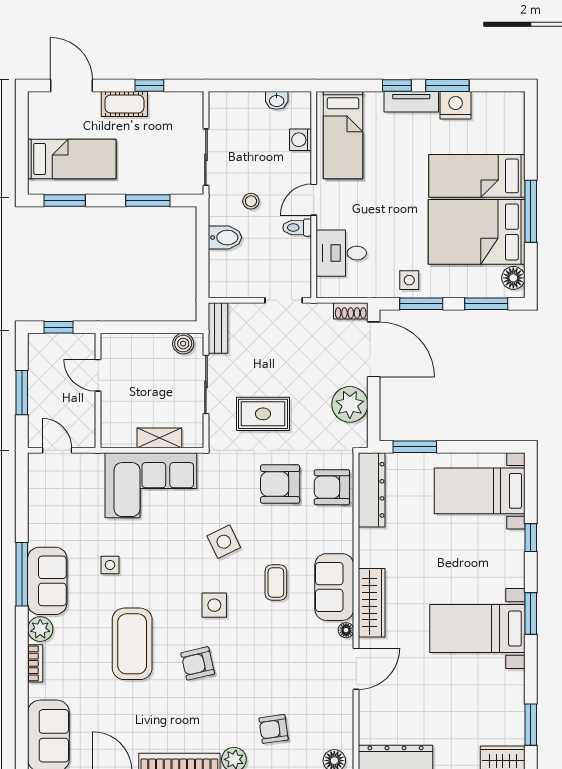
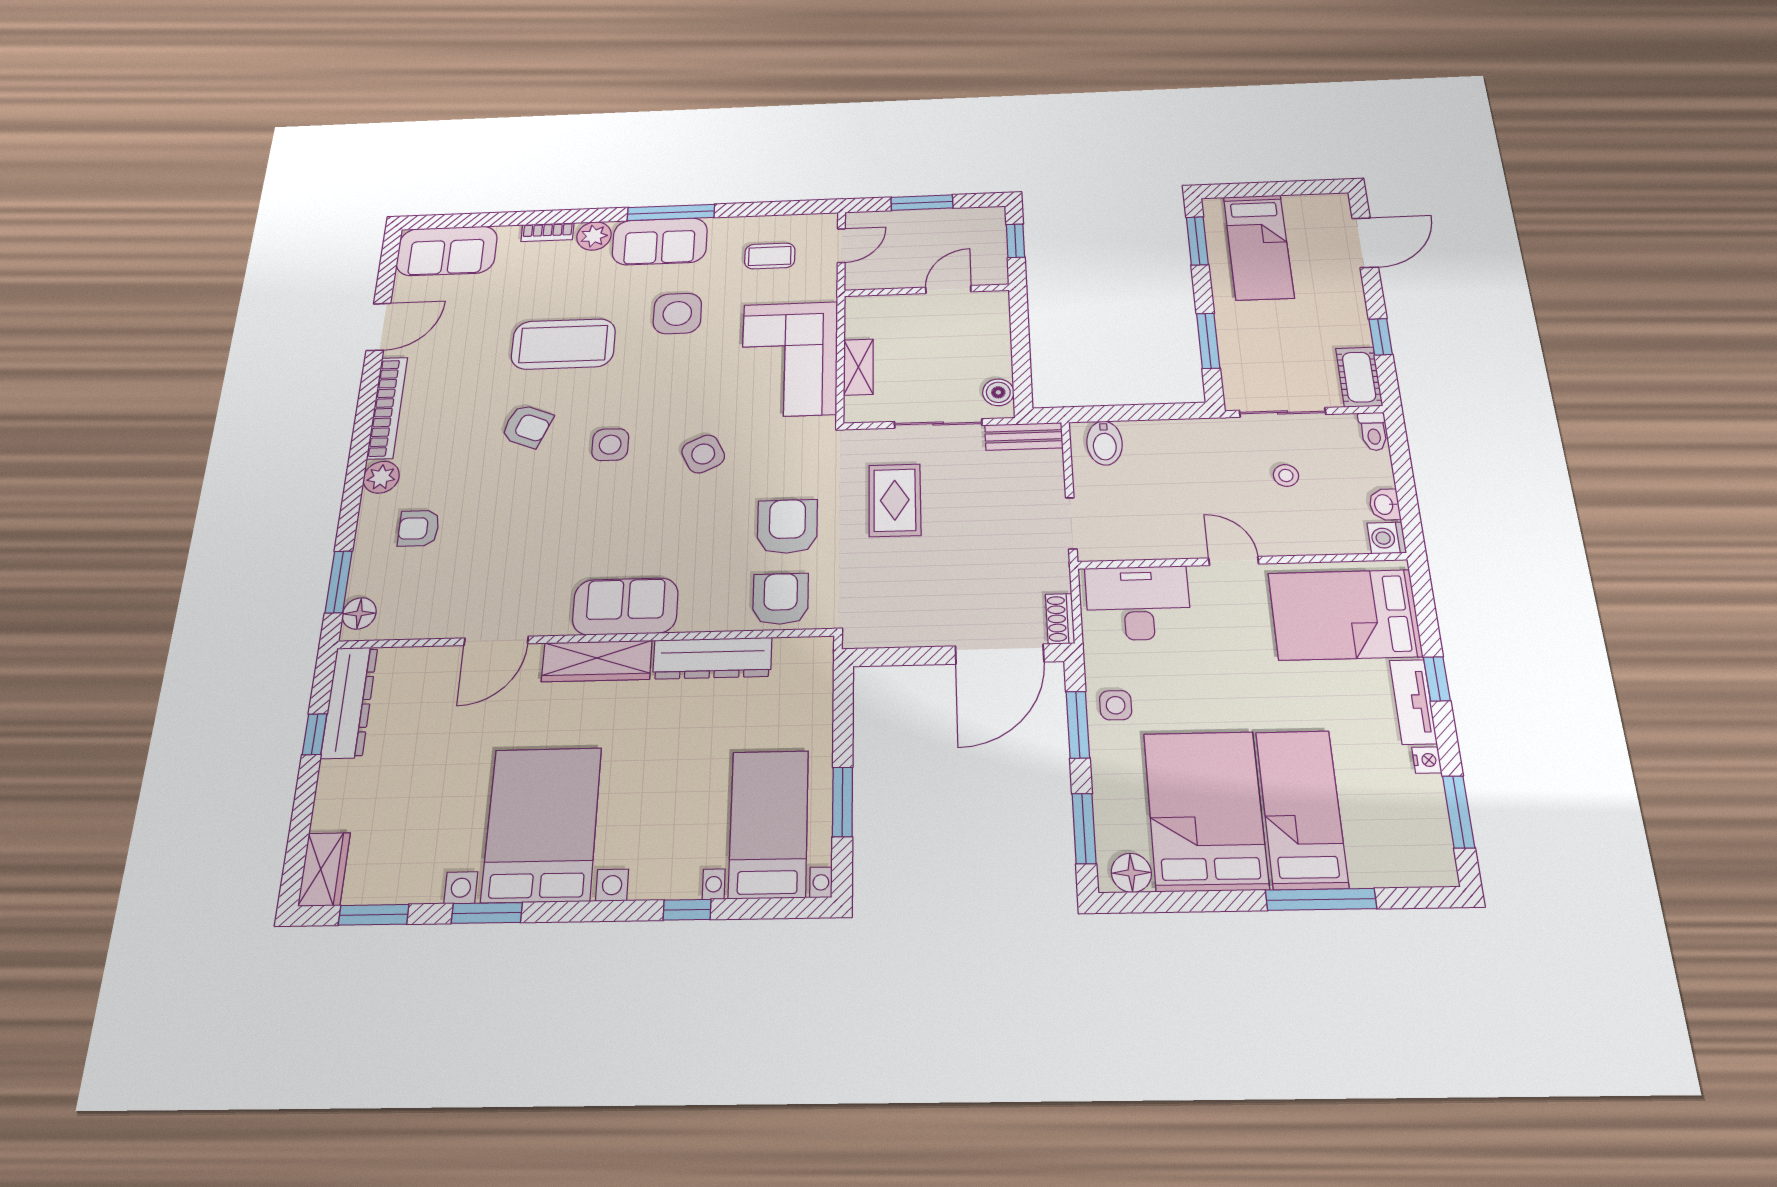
window: (447, 86) -> (1459, 812), moved
cot: (124, 104) -> (1359, 377), moved
nightstand: (456, 105) -> (1427, 760), width x0.53, depth x0.56
bed: (343, 135) -> (1345, 615), width x1.50
washing machine: (301, 140) -> (1387, 538), moved, turned -90
stool: (251, 201) -> (1286, 475), moved
window: (531, 211) -> (1321, 899), moved
toilet: (297, 228) -> (1373, 431), moved, turned 180
bidet: (225, 237) -> (1105, 443), moved
desk: (341, 253) -> (1138, 603), width x1.37
plant: (350, 404) -> (911, 621), removed
window: (415, 447) -> (842, 802), moved
dresser: (372, 490) -> (712, 658), moved
side table: (110, 565) -> (677, 313), width x1.87, depth x1.87
coffee table: (276, 583) -> (770, 256), moved
window: (531, 614) -> (487, 913), moved
bed with nightstands: (477, 629) -> (542, 824), width x1.36
floor lamp: (346, 630) -> (557, 625), removed
armchair: (198, 663) -> (527, 426), turned 125
door: (356, 669) -> (496, 641), hinge flipped
armchair: (274, 729) -> (419, 528), turned -82

